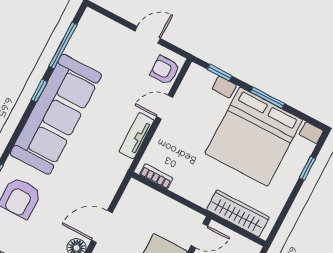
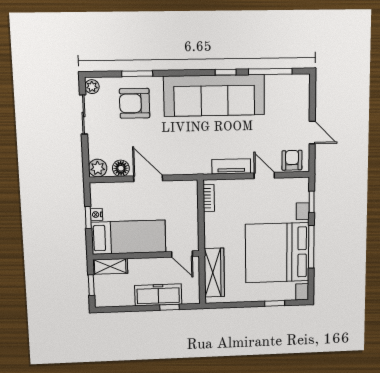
window: (268, 98) -> (311, 247), width x1.44

